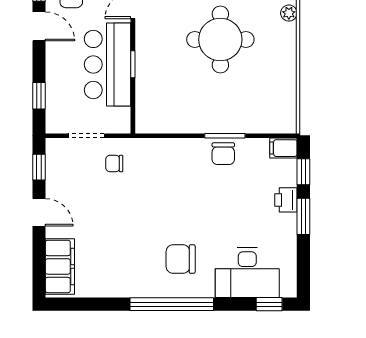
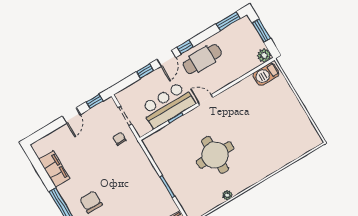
plant: (289, 13) -> (227, 195), moved
window: (39, 96) -> (145, 71), moved
chair: (223, 154) -> (158, 191), removed
filing cabinet: (60, 266) -> (54, 169), moved, turned -90

